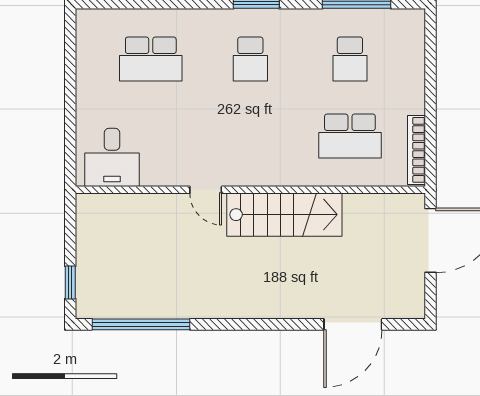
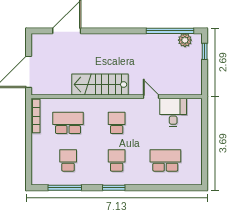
school desk: (250, 136) -> (117, 123), added
desk: (112, 157) -> (173, 112), moved
door: (206, 190) -> (151, 97), moved
plant: (111, 305) -> (185, 40), added

